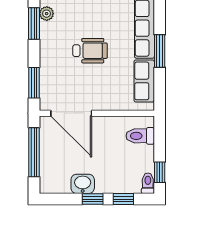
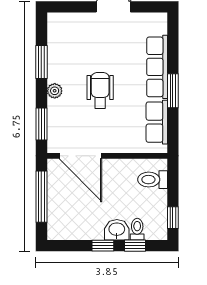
plant: (47, 14) -> (55, 91), moved
wheelchair: (90, 51) -> (100, 90), turned -90
toilet: (148, 183) -> (137, 229), moved
washbasin: (83, 184) -> (117, 230), moved

